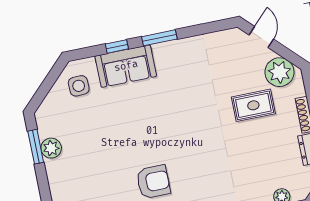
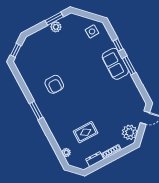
sofa: (126, 66) -> (115, 64), moved
rug: (253, 105) -> (86, 132), moved, turned 90

